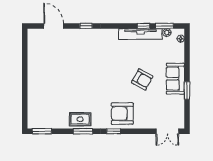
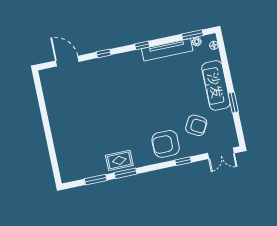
window: (144, 26) -> (142, 45), moved
armchair: (142, 79) -> (196, 125), moved
sofa: (175, 79) -> (216, 85), width x1.36
window: (42, 131) -> (96, 180), moved
window: (114, 131) -> (183, 161), moved

